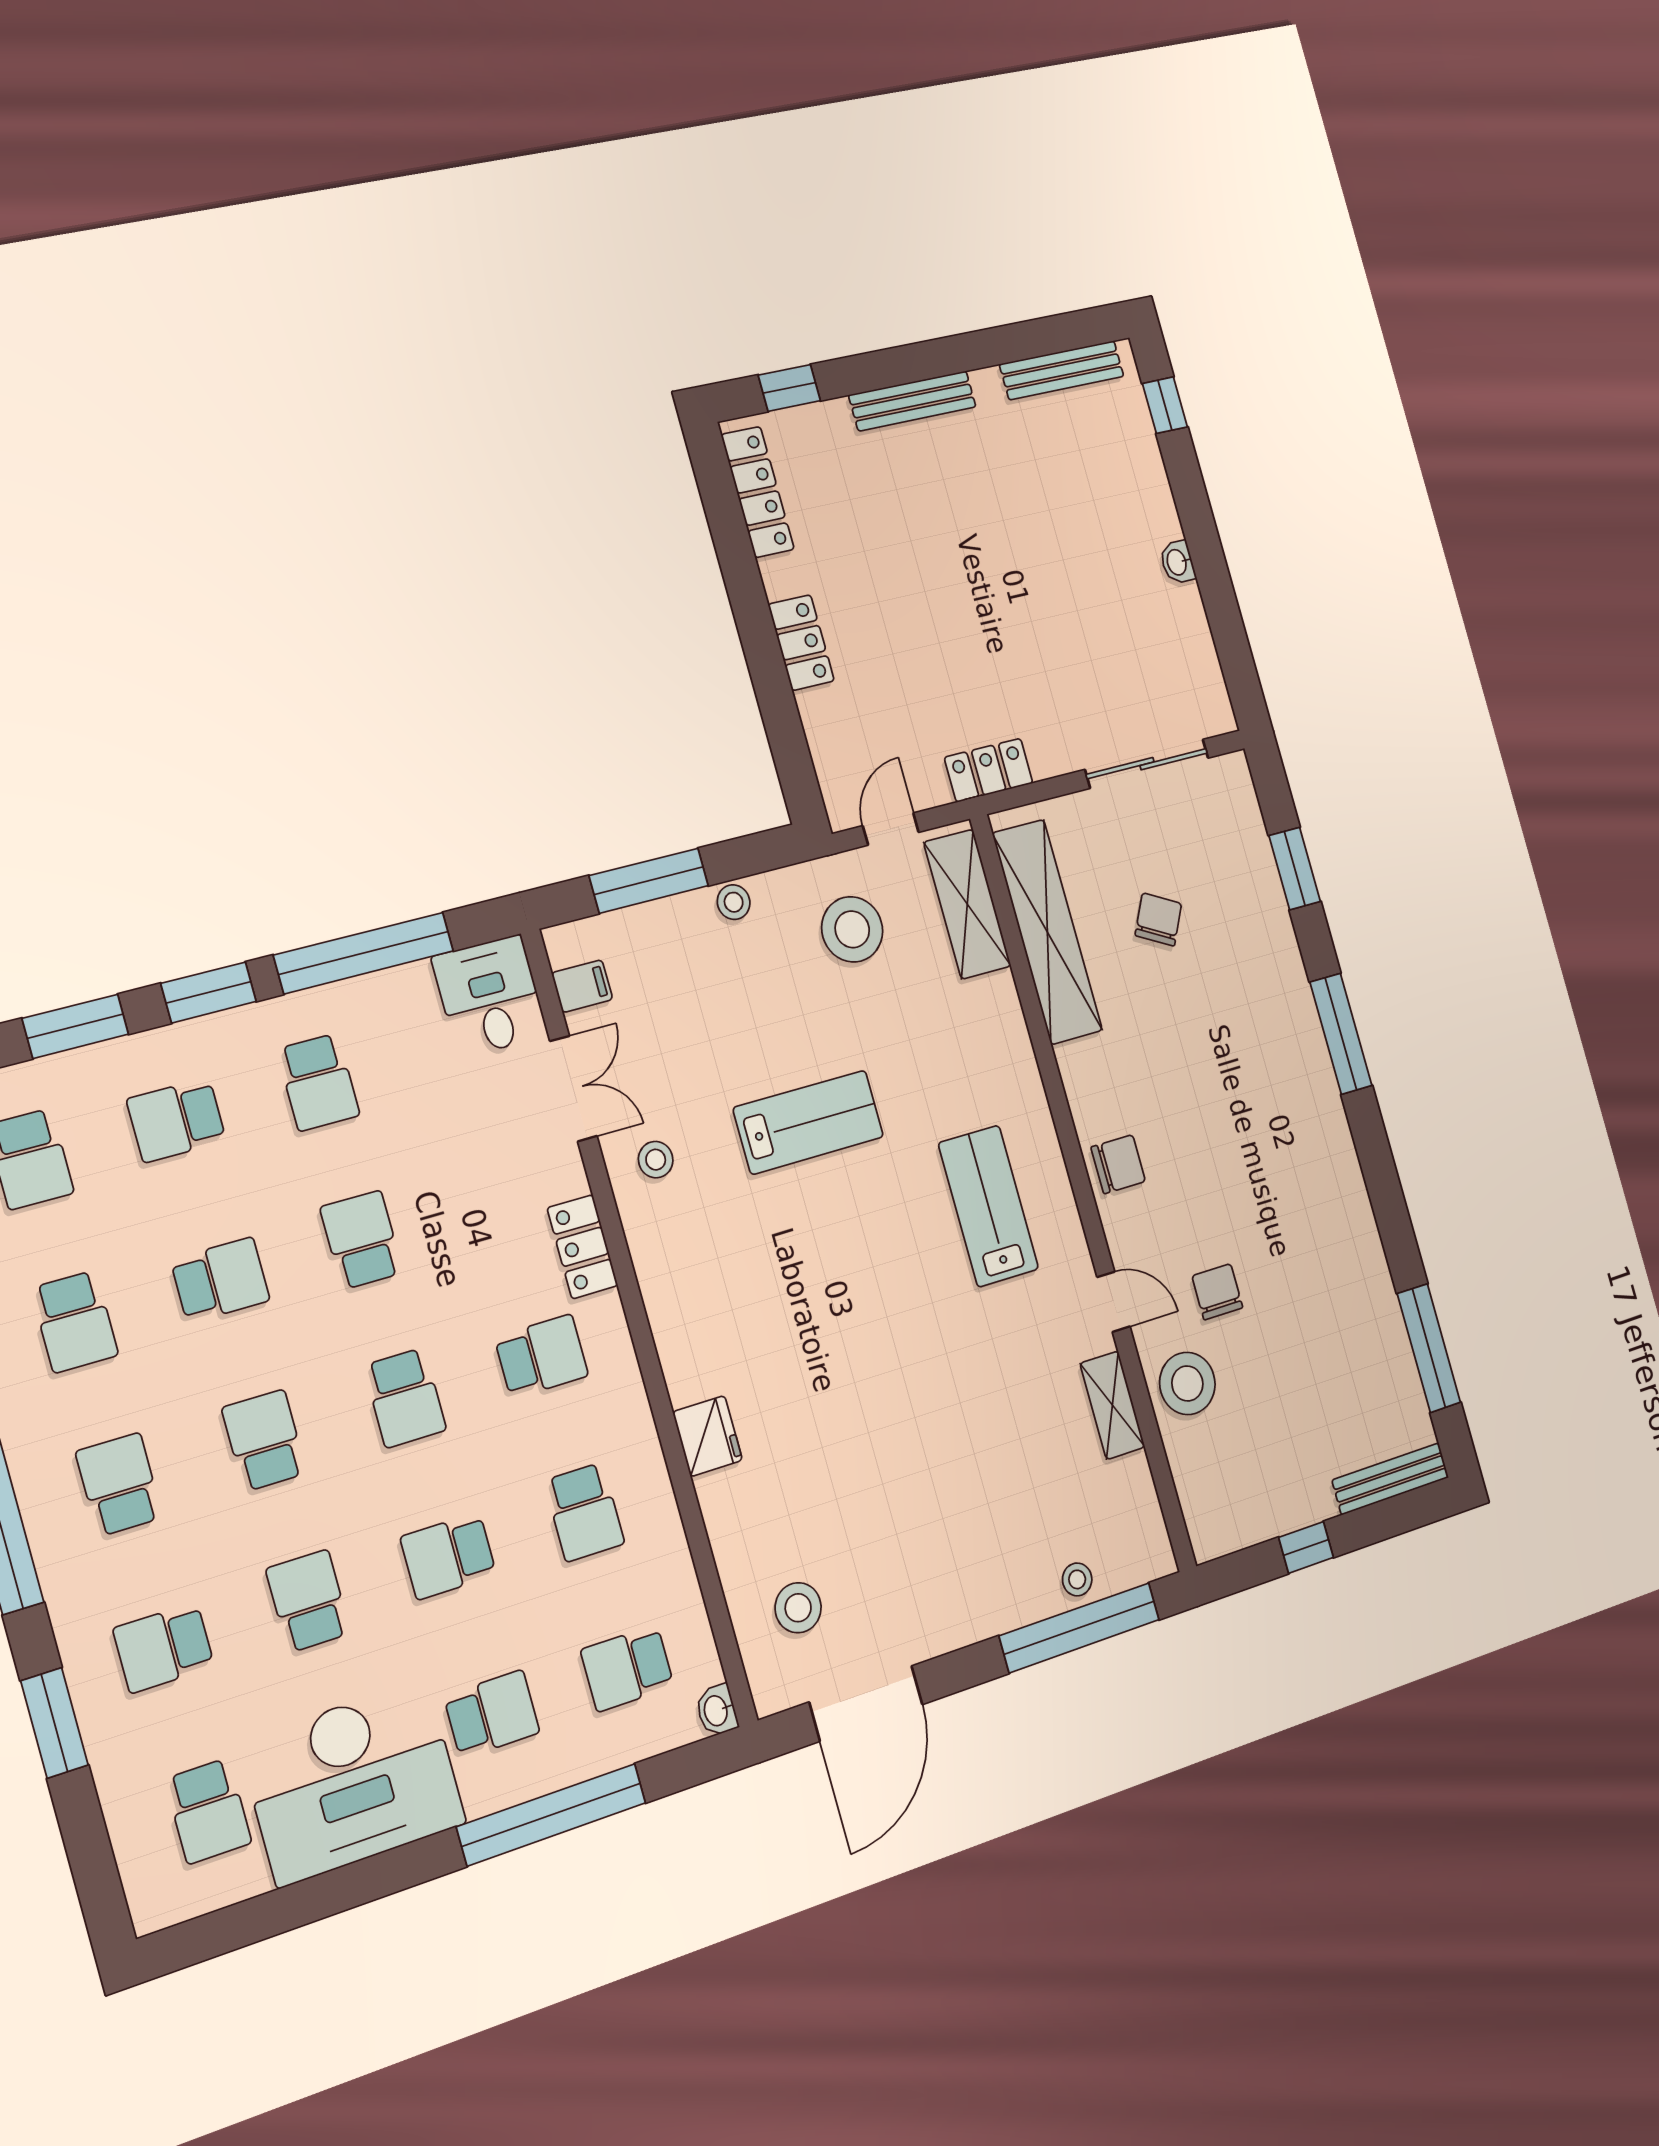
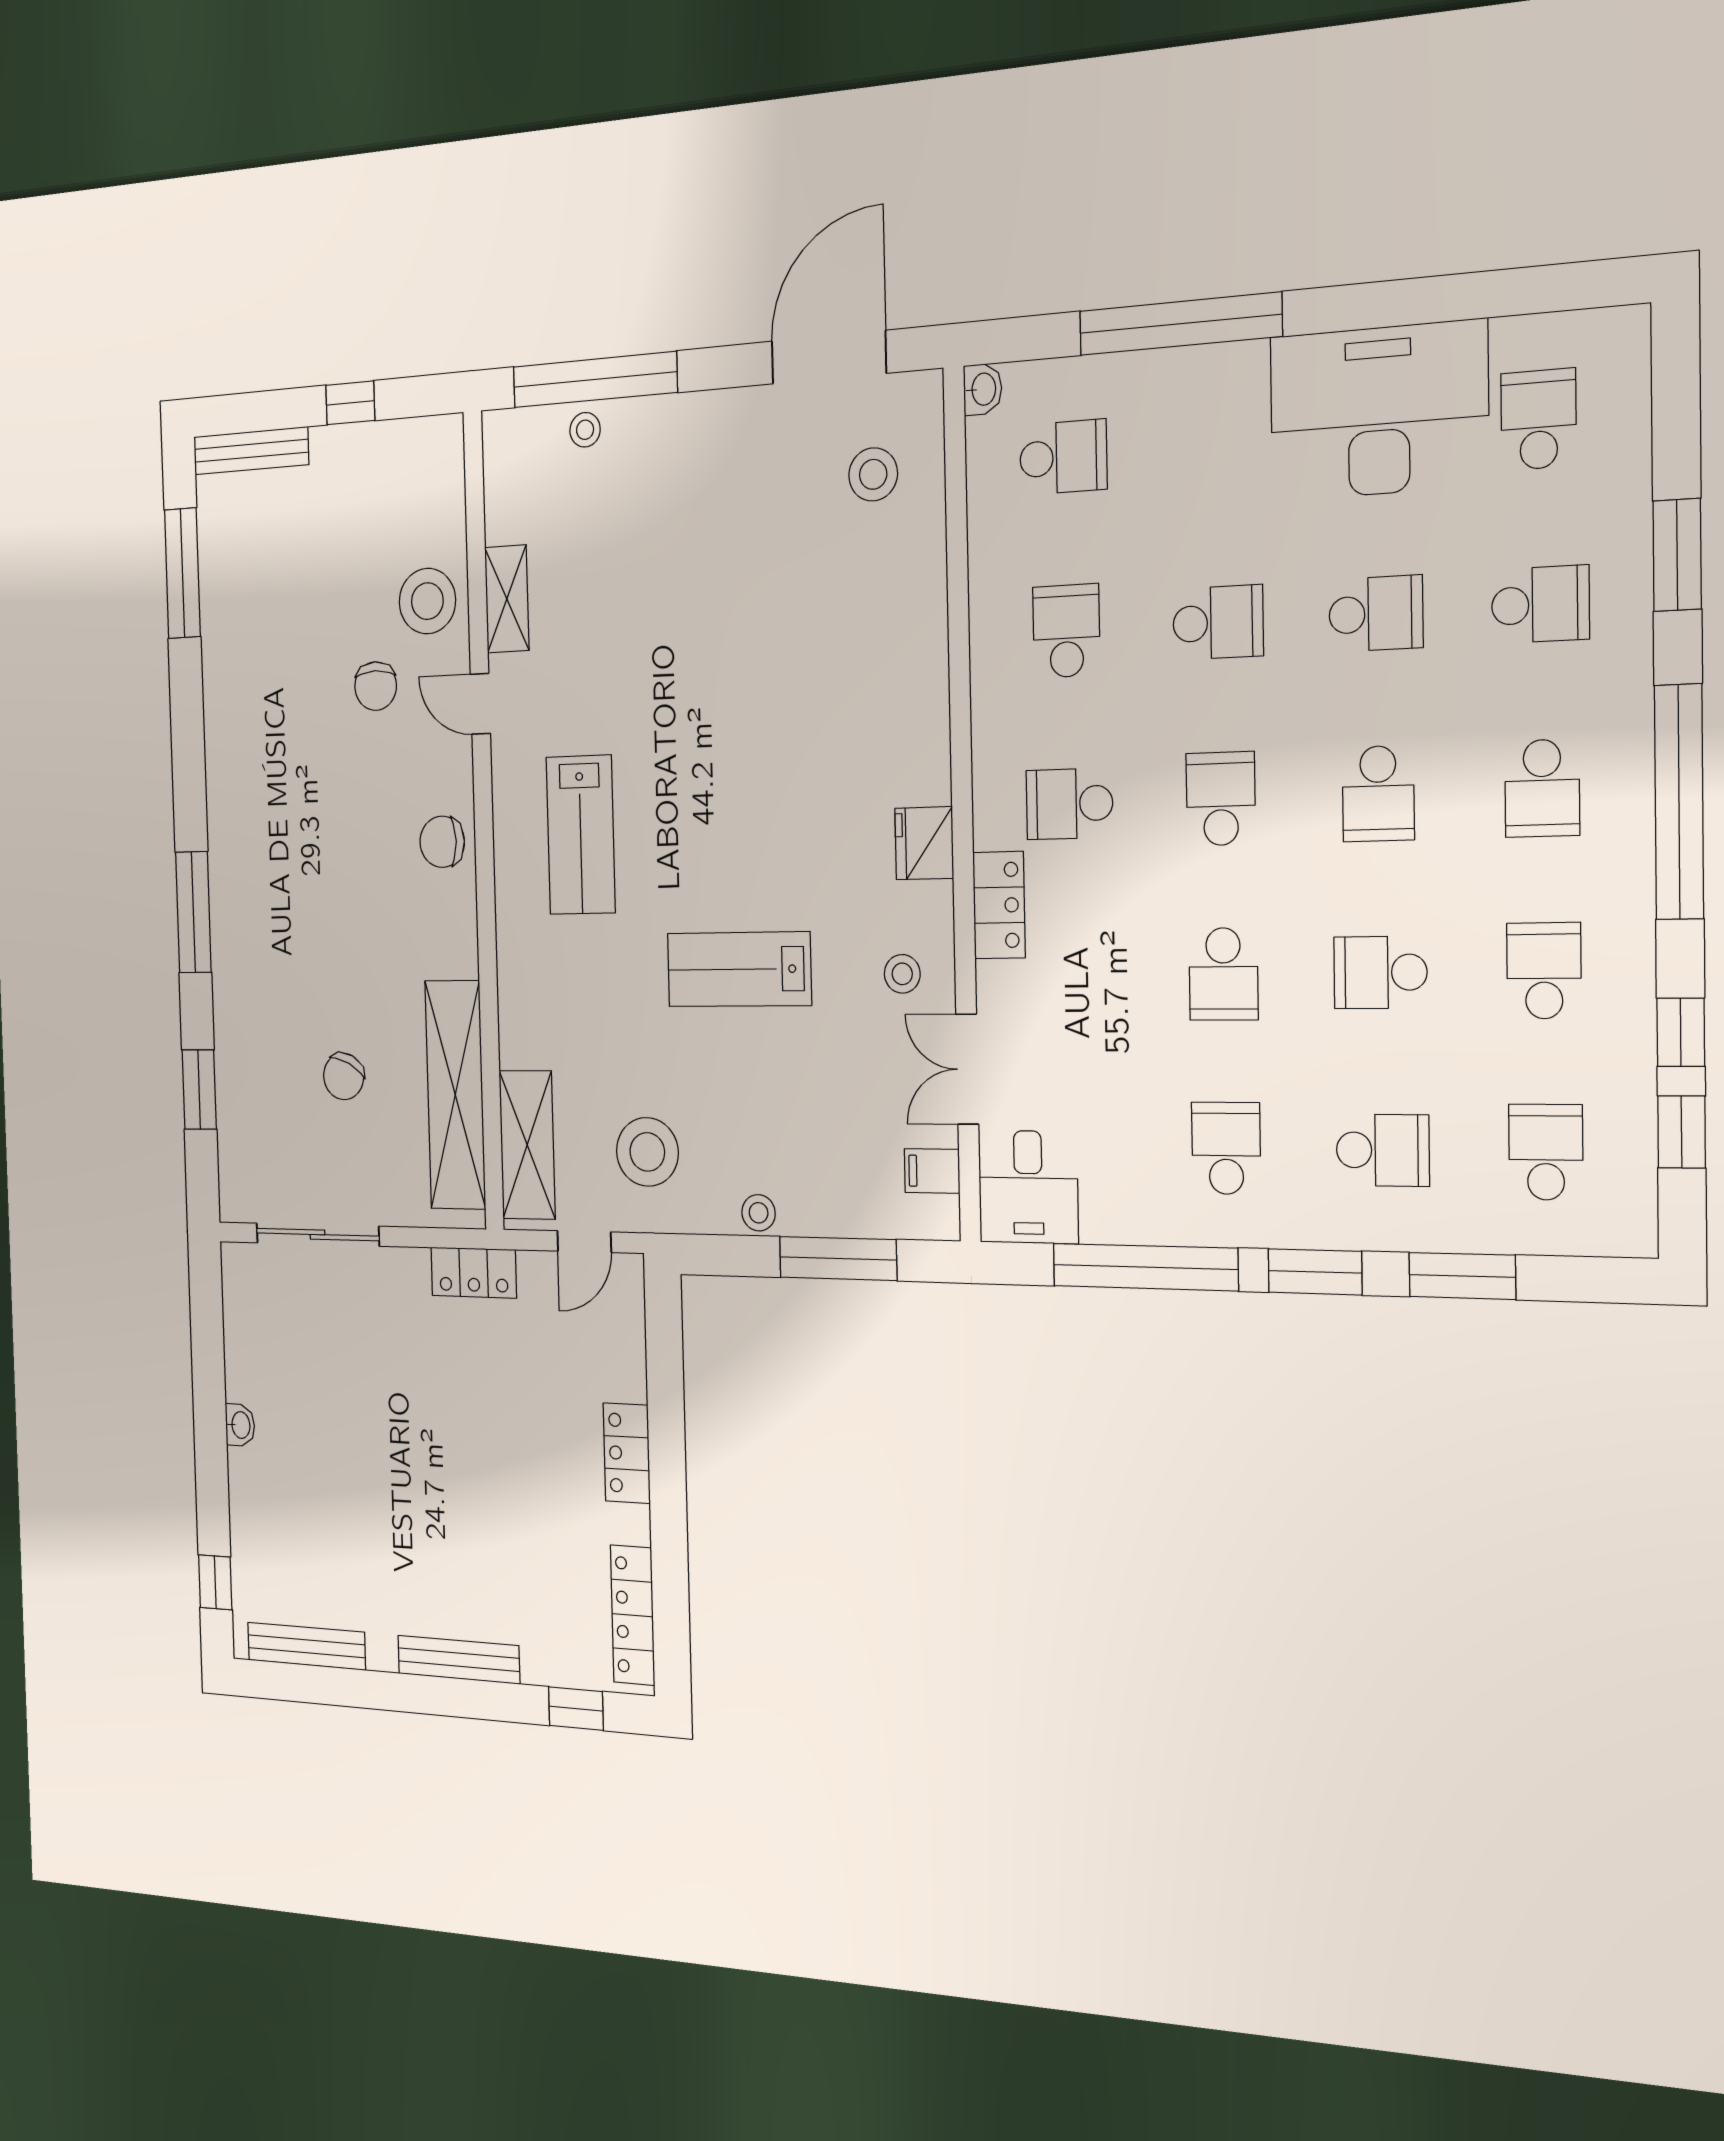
fridge: (708, 1436) -> (924, 843), moved
school desk: (308, 1601) -> (1376, 614), turned -90
school desk: (492, 1714) -> (1215, 445), removed

